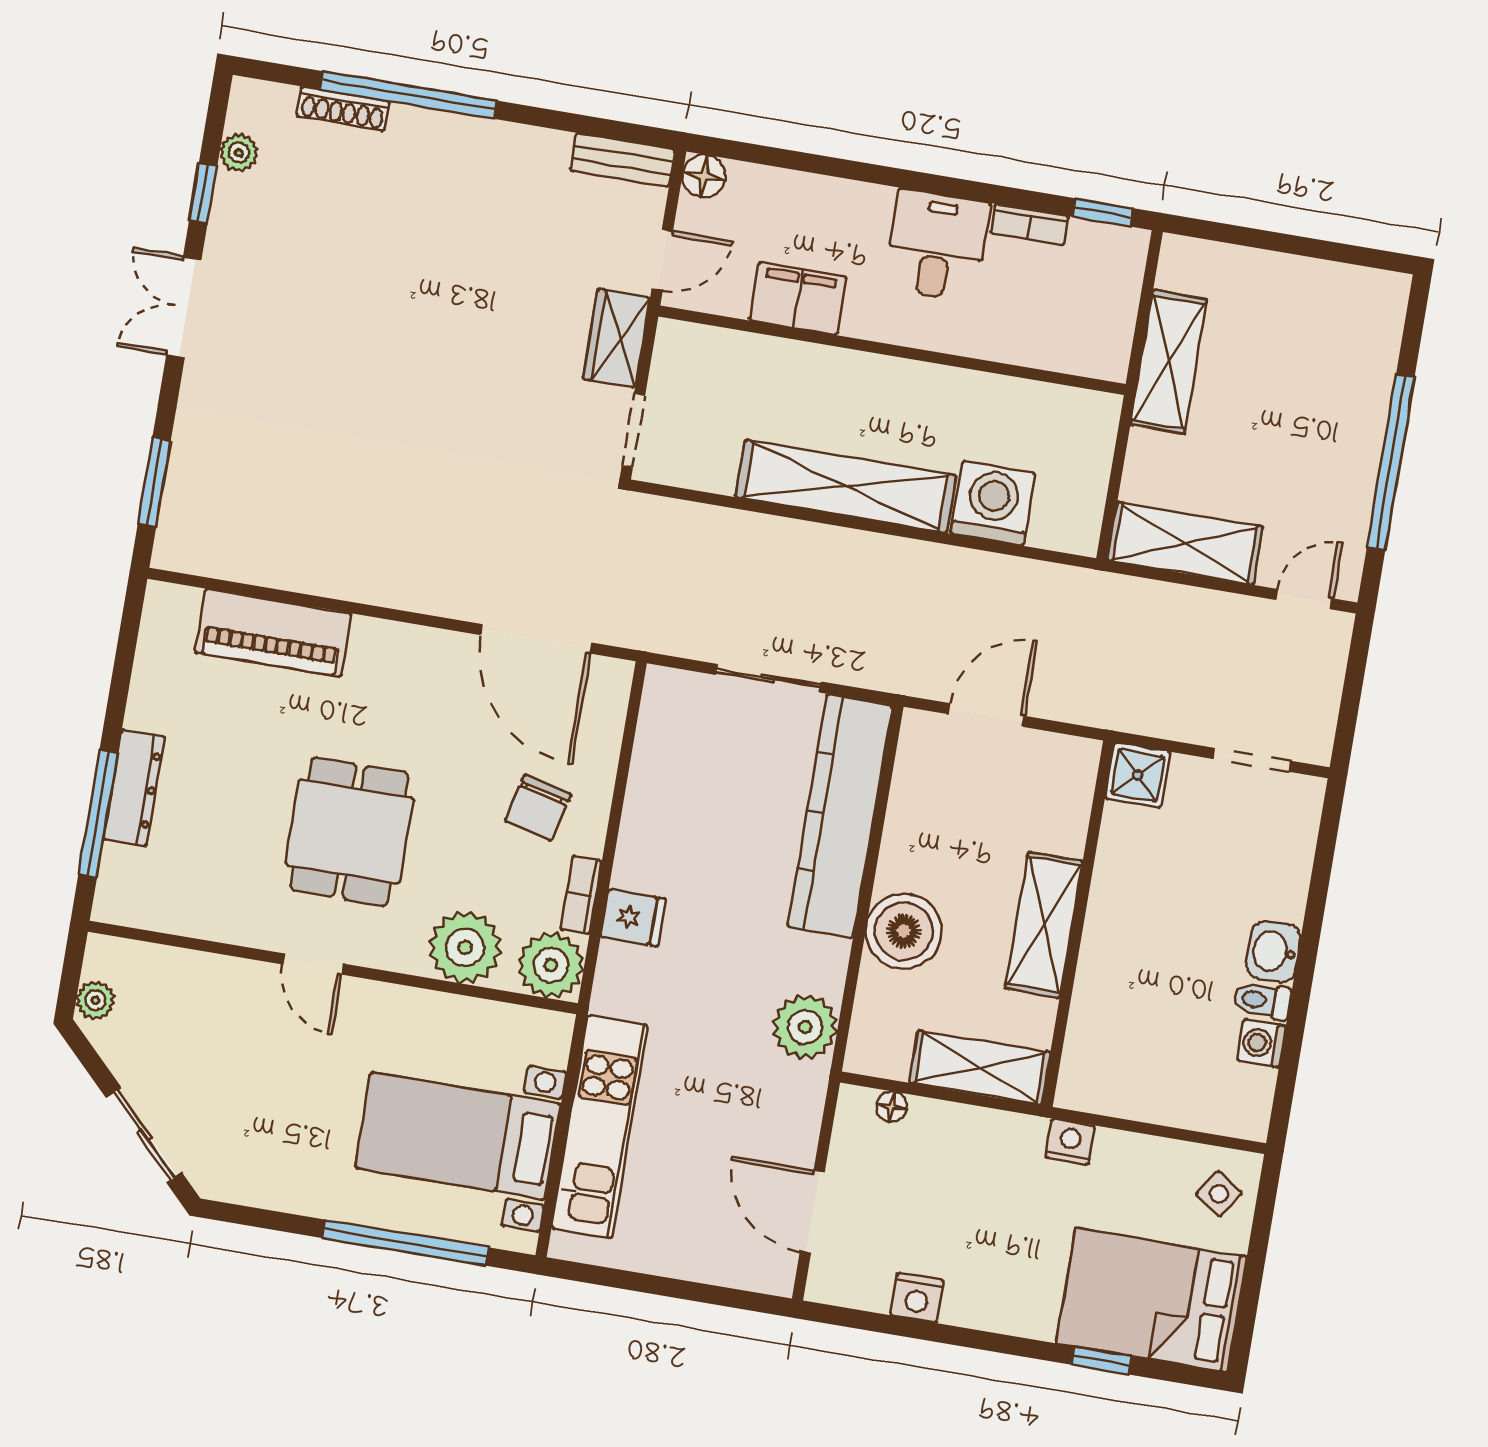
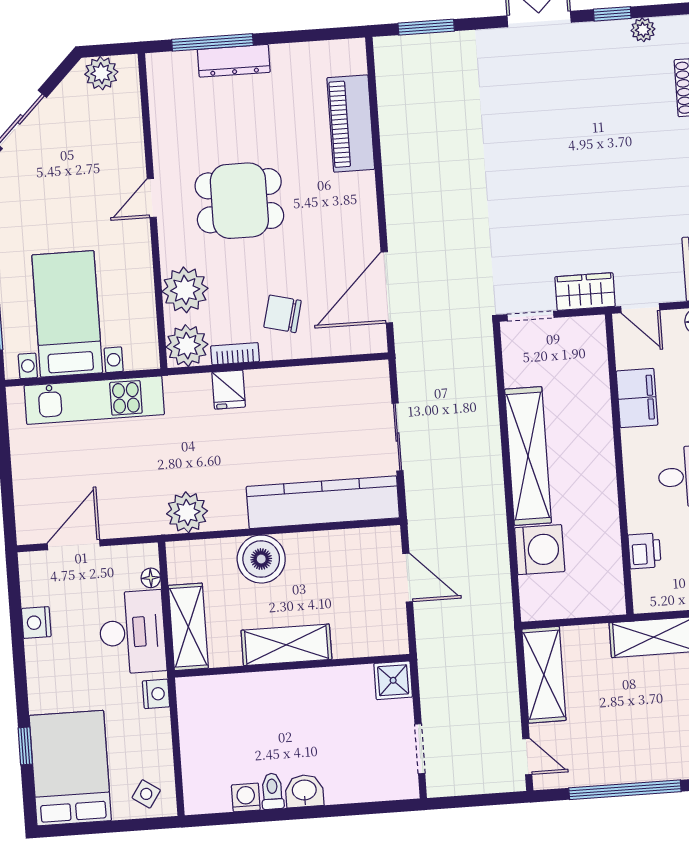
printer: (1034, 344) -> (645, 551), added
plant: (95, 1000) -> (101, 73), width x1.38, depth x1.38
desk: (967, 1155) -> (132, 632), added

